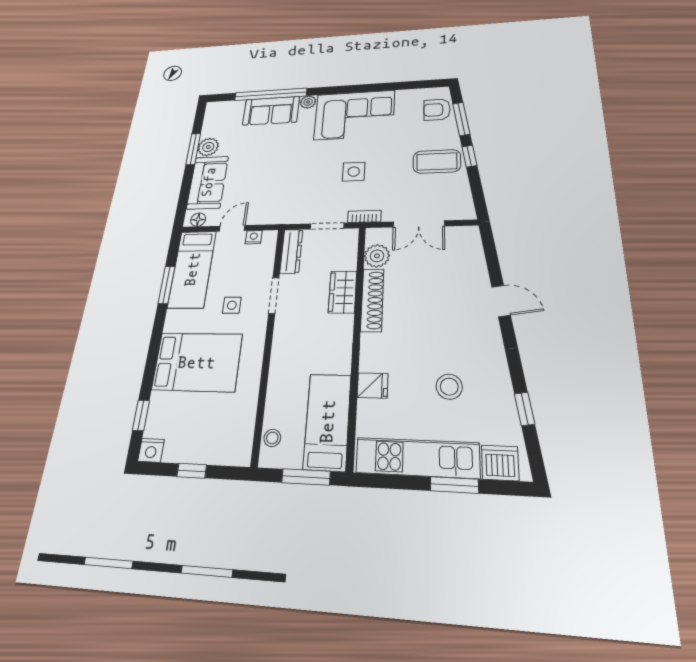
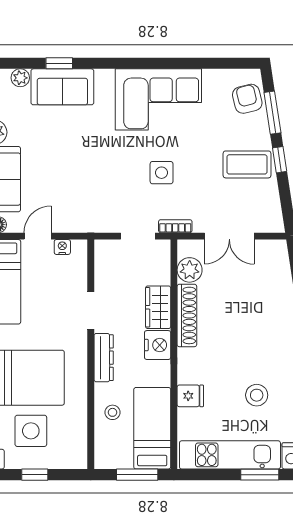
window: (271, 94) -> (59, 63), width x0.32
plant: (308, 102) -> (20, 78), moved
armchair: (437, 110) -> (247, 99), turned 76
dresser: (291, 251) -> (104, 358), moved
side table: (232, 305) -> (31, 431), moved, width x1.87, depth x1.87
nightstand: (340, 330) -> (158, 345), added
stool: (272, 438) -> (113, 412), moved

